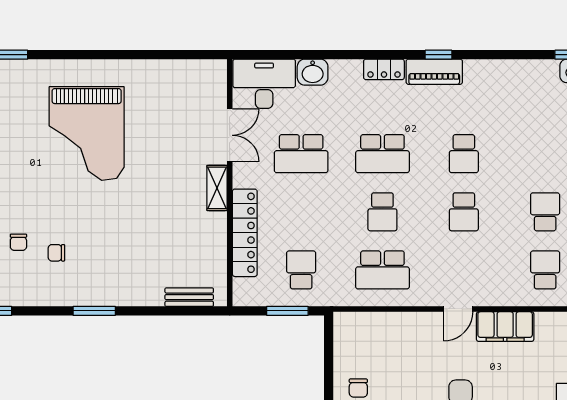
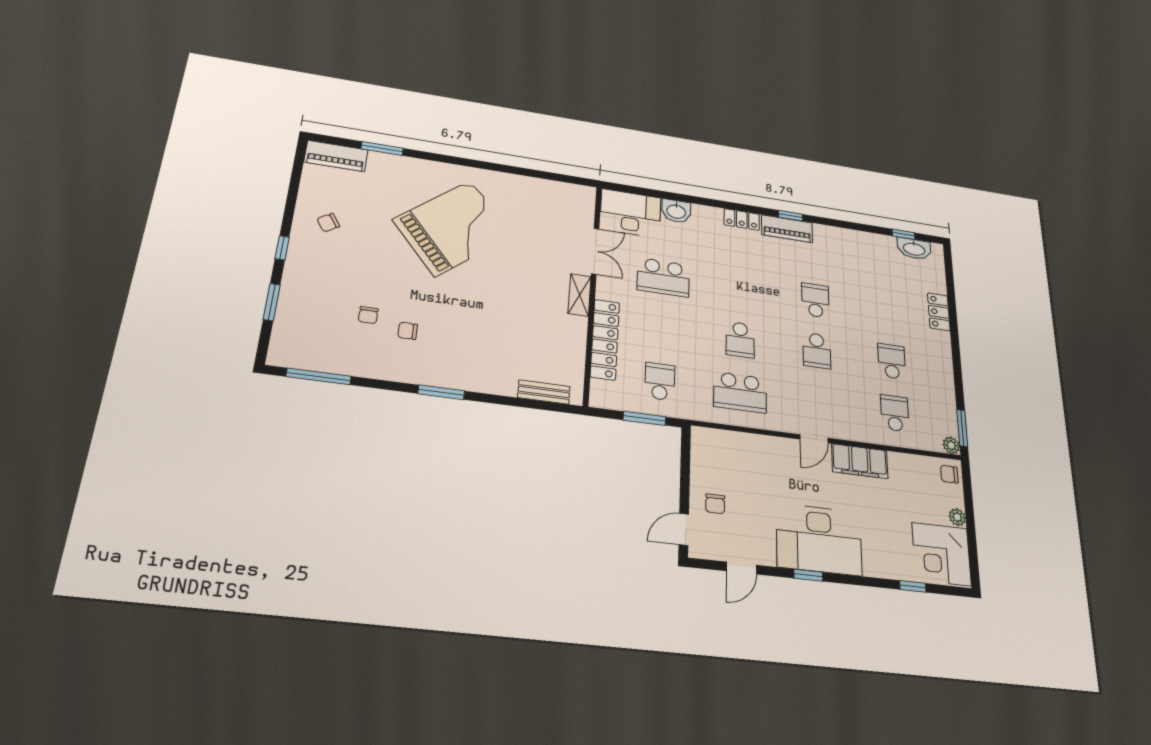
grand piano: (87, 133) -> (453, 228), turned -130
school desk: (382, 154) -> (740, 289), removed
school desk: (464, 154) -> (815, 300), turned 180

